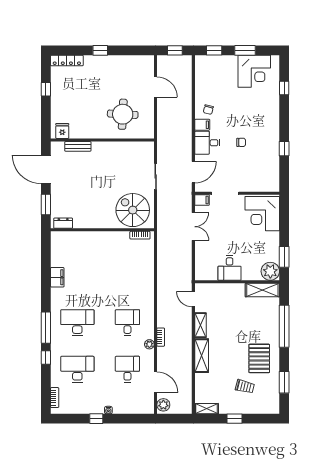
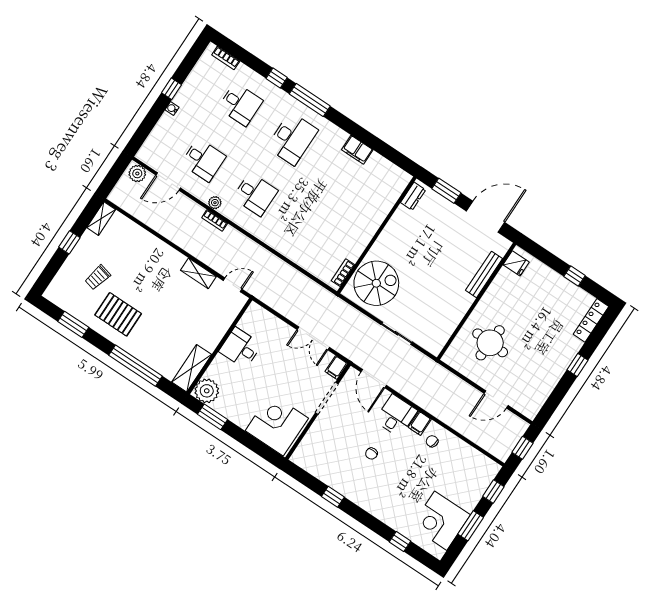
bench: (78, 146) -> (484, 274), width x1.36
shelving: (202, 356) -> (164, 252), removed
desk: (77, 369) -> (240, 104), width x0.73

